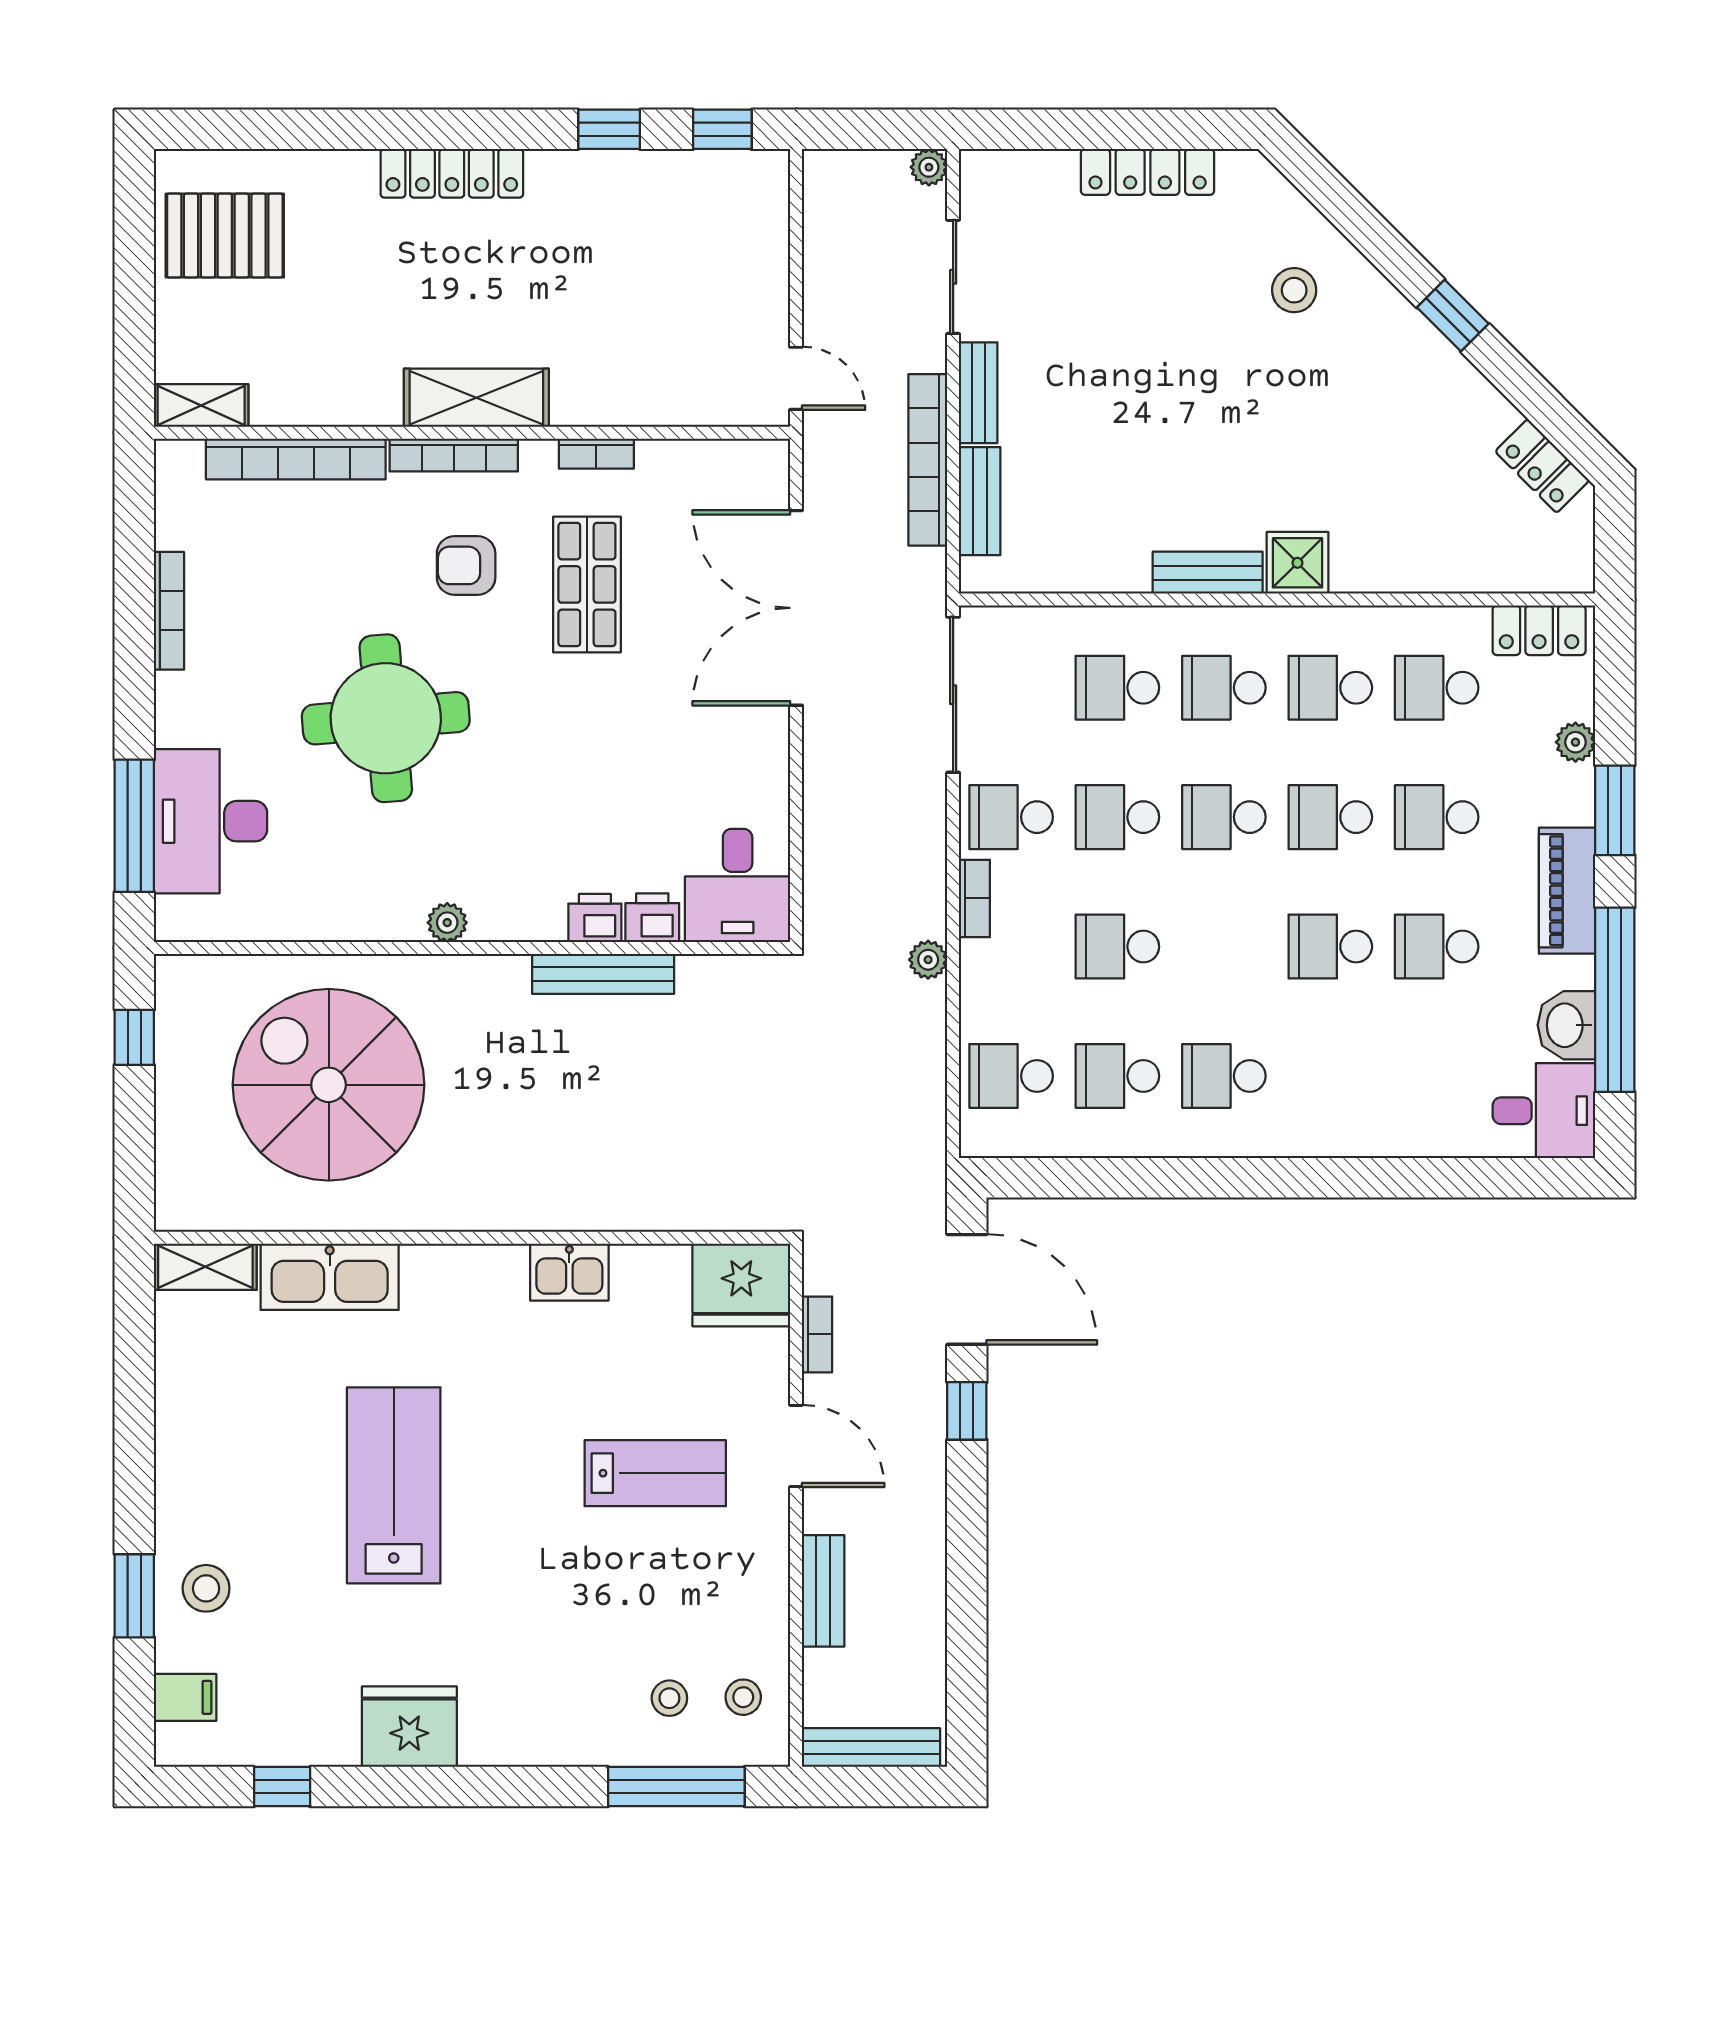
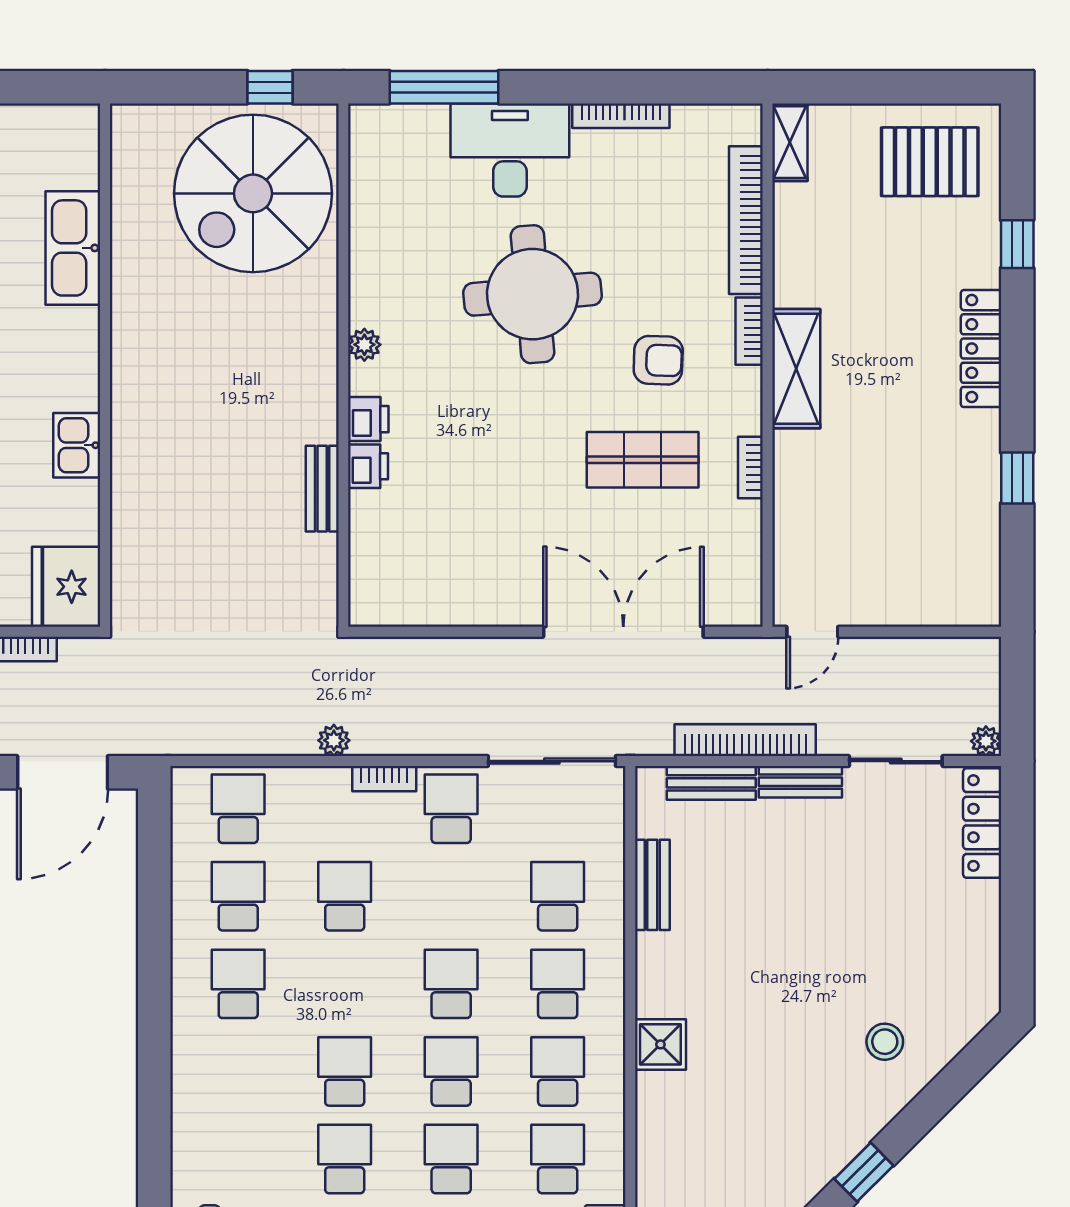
window: (722, 129) -> (1017, 244), moved
locker: (1148, 172) -> (982, 823), moved
pallet: (225, 236) -> (930, 162), turned 90
bookcase: (454, 455) -> (749, 331), width x0.64
armchair: (466, 565) -> (658, 360), turned 92
bench: (1208, 573) -> (652, 885), moved
school desk: (1117, 817) -> (451, 896), removed
desk: (211, 821) -> (510, 150), moved
desk: (738, 886) -> (395, 584), removed
printer: (652, 918) -> (368, 419), moved
bench: (603, 974) -> (322, 489), width x0.73
spiral stairs: (329, 1085) -> (253, 193), moved, turned 180
shelving: (205, 1267) -> (81, 146), removed

